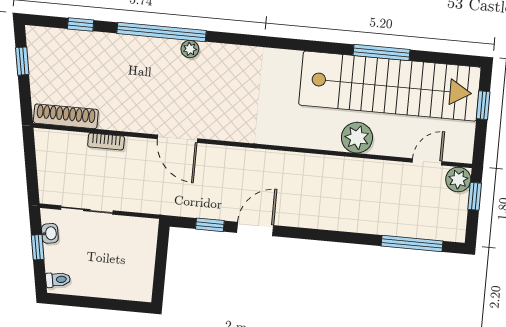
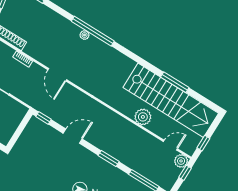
window: (162, 32) -> (93, 31), moved
window: (483, 105) -> (203, 143), moved
window: (210, 225) -> (44, 118), moved
window: (334, 236) -> (109, 158), added

